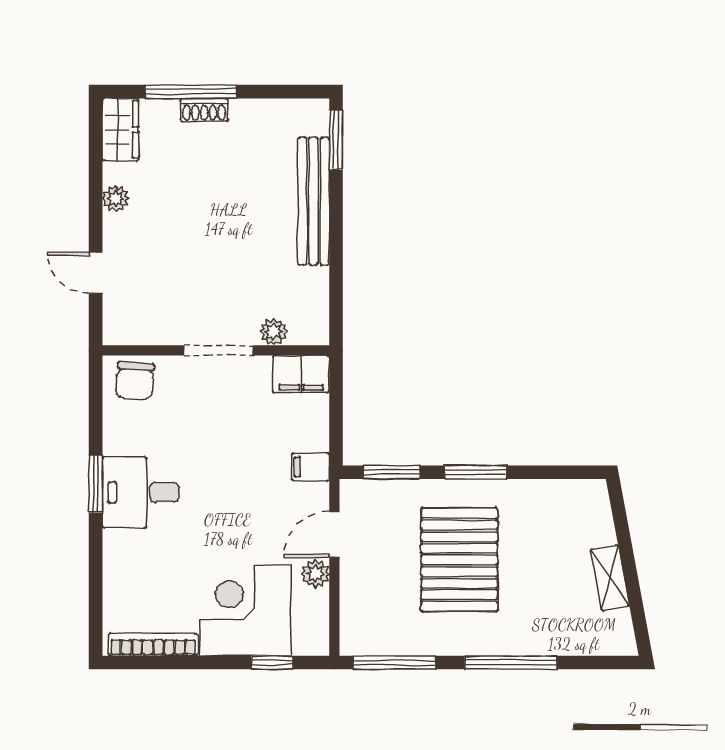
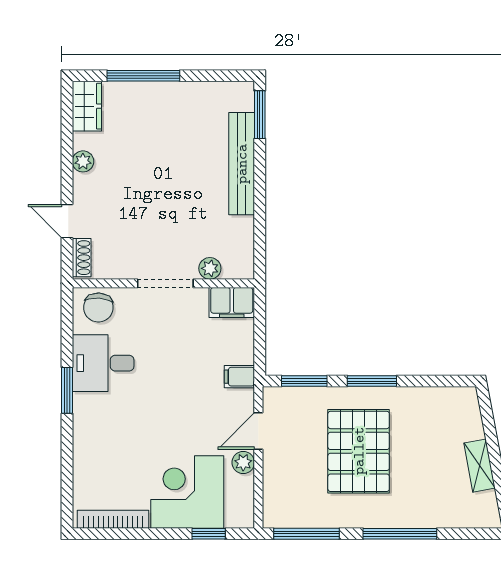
shoe rack: (204, 110) -> (82, 258), moved, turned -90
desk: (141, 492) -> (103, 363), moved

